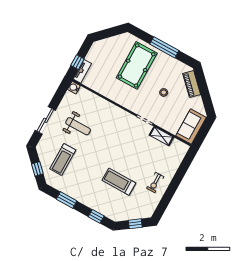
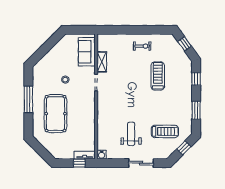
pool table: (137, 65) -> (56, 114), turned 90
piano: (192, 84) -> (46, 61), removed
sofa: (191, 127) -> (87, 52), moved, turned 90
treadmill: (119, 182) -> (158, 76), turned 180

